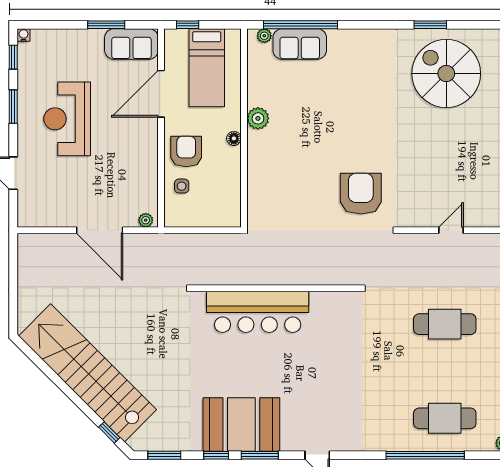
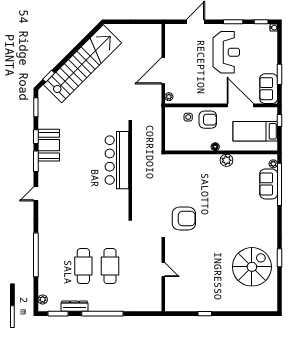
reception desk: (67, 119) -> (226, 52), turned 90
cafe table: (445, 418) -> (83, 266), moved
booth: (241, 424) -> (49, 145), width x0.73, depth x0.70

